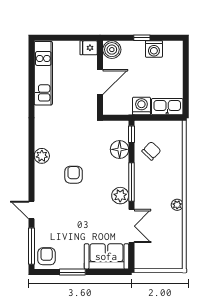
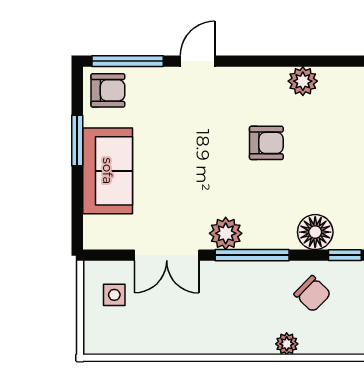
plant: (177, 205) -> (287, 344), moved
side table: (152, 253) -> (114, 295), added
sofa: (106, 256) -> (108, 171), moved

